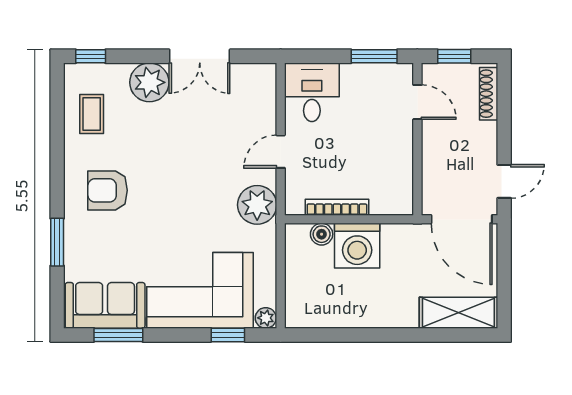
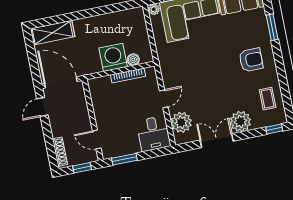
plant: (257, 205) -> (181, 122), moved

